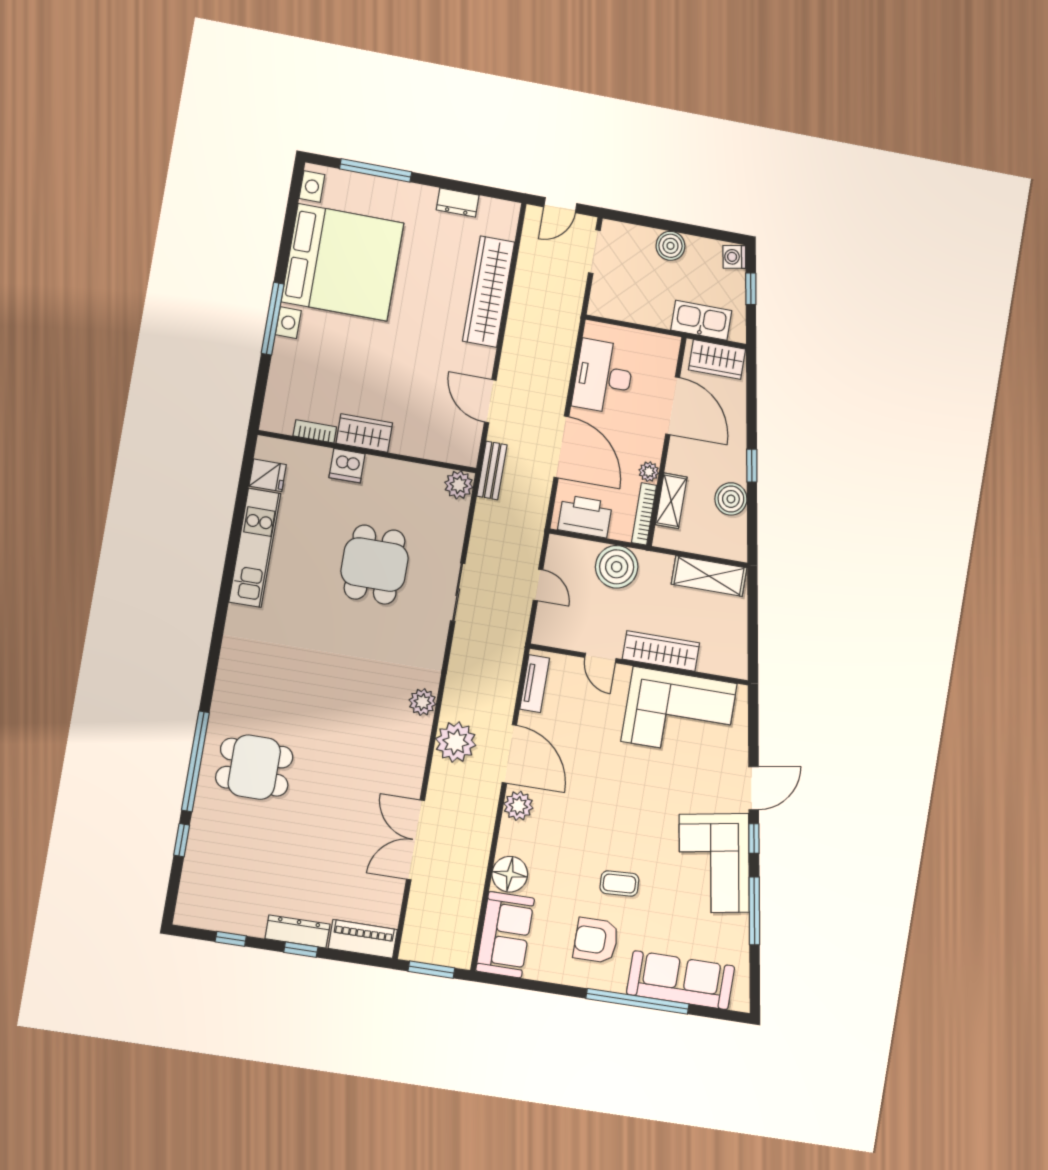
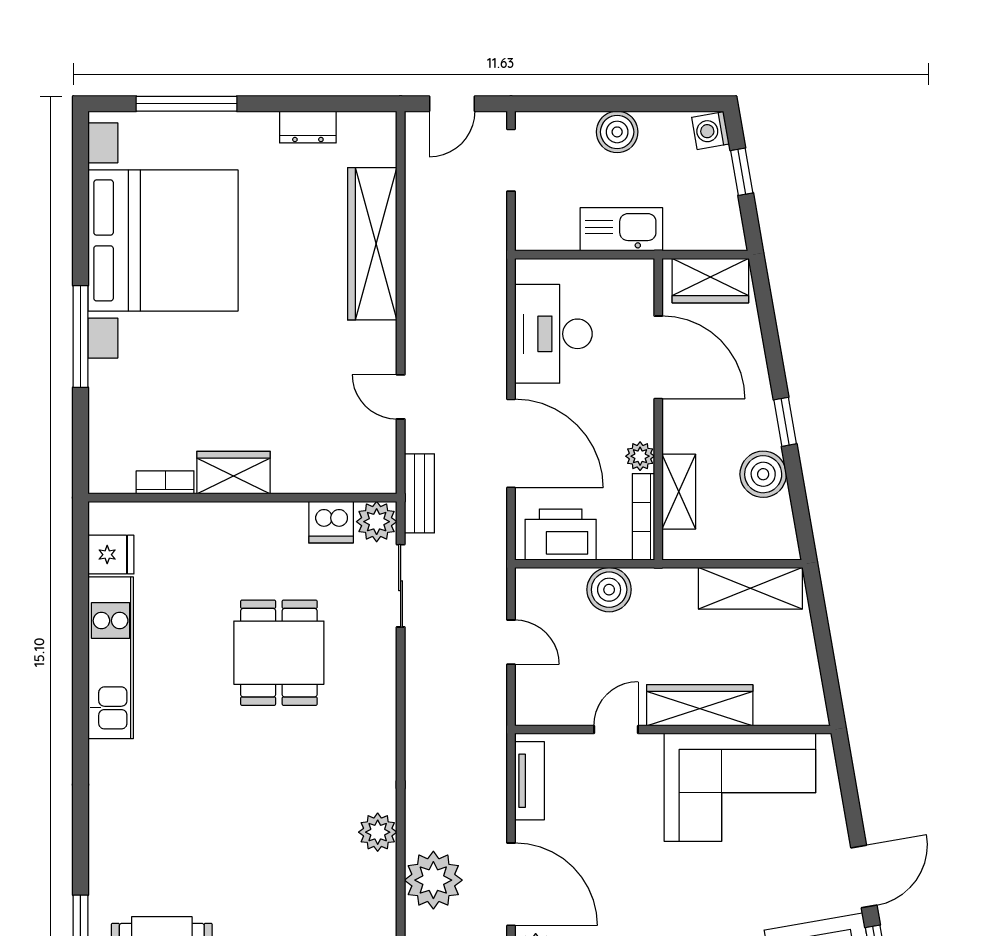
kitchen sink: (701, 320) -> (621, 229), moved
door: (490, 401) -> (401, 397), width x0.73
dishwasher: (347, 466) -> (331, 522), moved
boiler: (617, 567) -> (609, 590), width x0.73, depth x0.73
sliding door: (458, 592) -> (401, 586), moved
door: (600, 658) -> (616, 729), swing flipped

